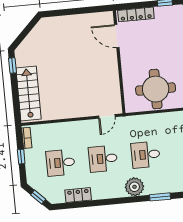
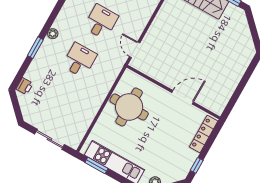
door: (117, 36) -> (183, 97), moved
plant: (134, 187) -> (53, 34), width x0.53, depth x0.53

